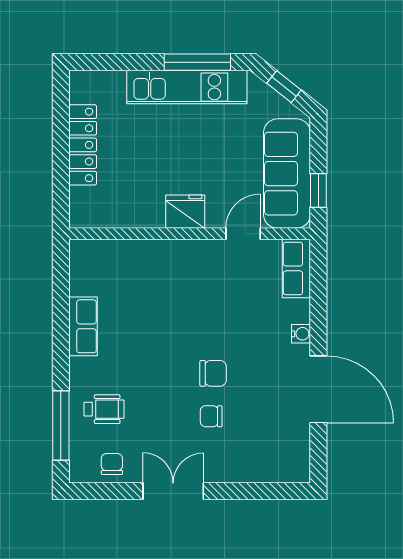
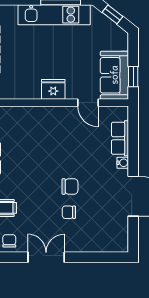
sofa: (287, 174) -> (114, 75), width x0.73
door: (243, 234) -> (88, 103), swing flipped
row of seats: (296, 268) -> (120, 138), moved

